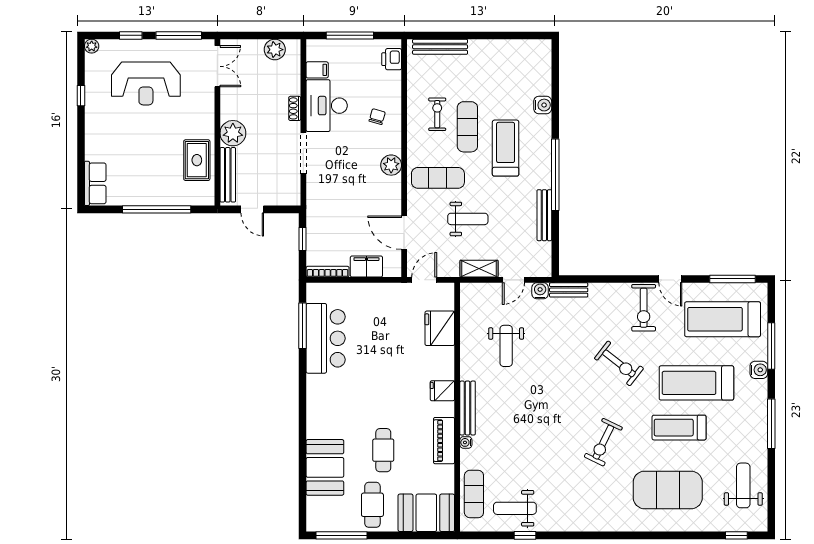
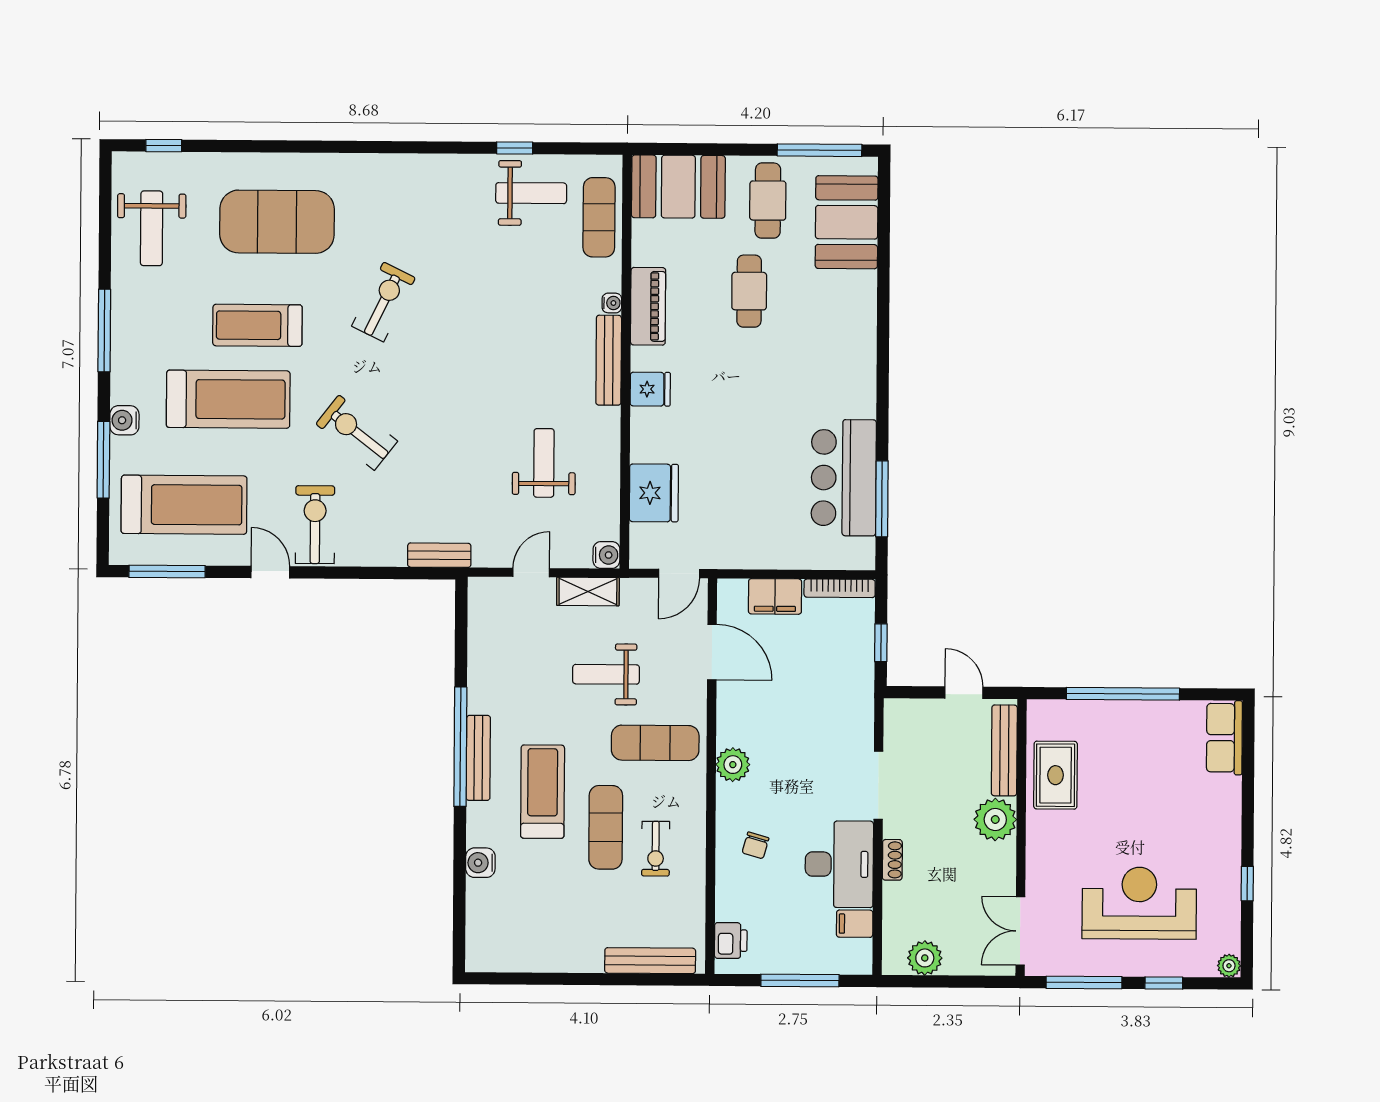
treadmill: (506, 148) -> (543, 792), turned 180
bench: (544, 215) -> (478, 758), moved
water cooler: (540, 291) -> (606, 555), moved, turned -90
treadmill: (679, 428) -> (257, 325), turned 180
booth: (325, 467) -> (847, 222), moved

